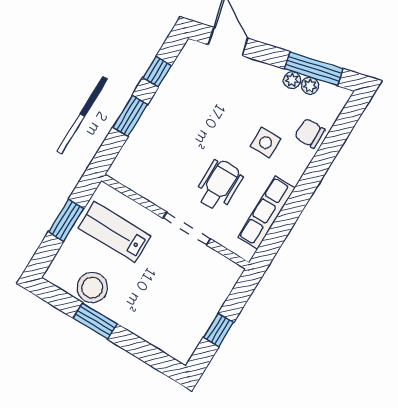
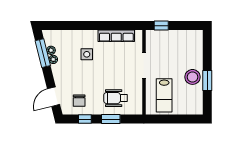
chair: (310, 133) -> (79, 101), moved
wheelchair: (219, 185) -> (116, 98), moved
window: (66, 220) -> (172, 119), removed
stool: (92, 288) -> (193, 77), moved
window: (219, 330) -> (161, 26), moved

